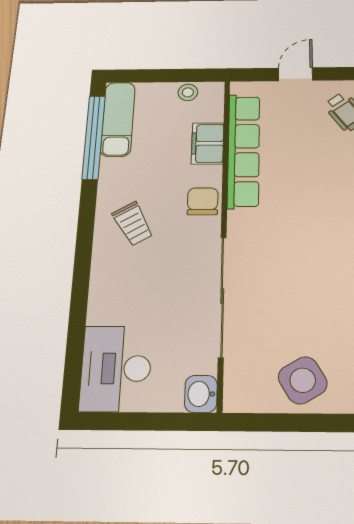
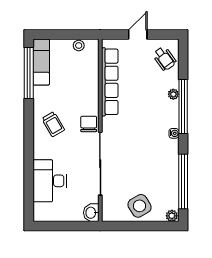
filing cabinet: (208, 143) -> (90, 77), removed
chair: (203, 201) -> (89, 124), moved
desk: (116, 368) -> (50, 181), moved

